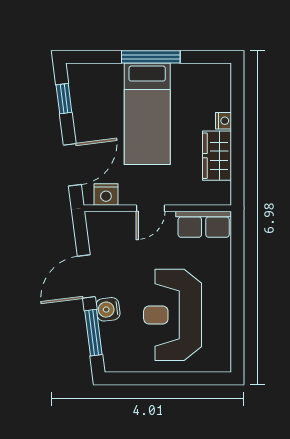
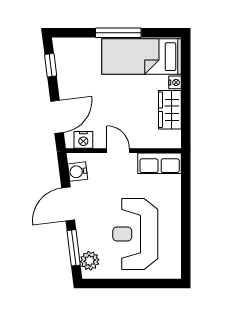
bed: (147, 114) -> (141, 57), moved, turned 90
door: (151, 208) -> (118, 151), swing flipped
water cooler: (108, 309) -> (78, 172), moved
plant: (114, 349) -> (90, 261), added

